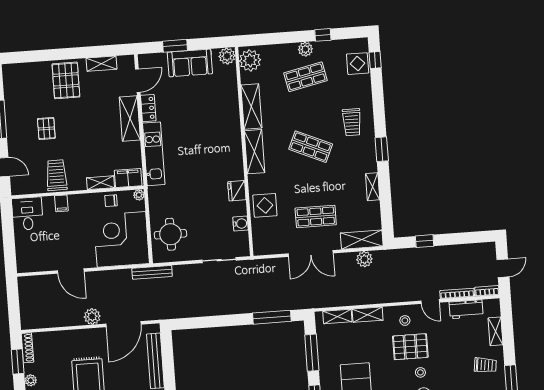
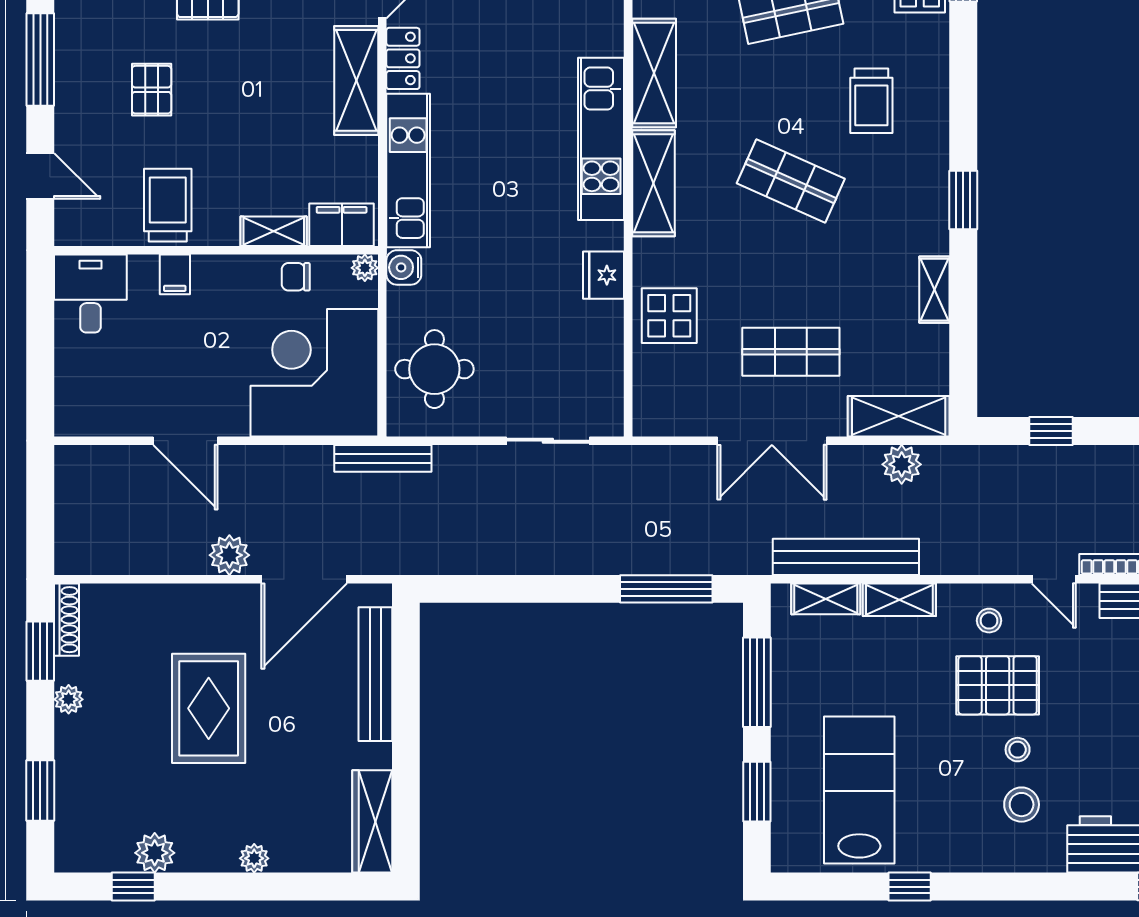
trolley: (352, 122) -> (871, 101), moved
kitchen unit: (232, 135) -> (601, 139), added
water cooler: (240, 224) -> (404, 267), moved, turned 180
bench: (344, 299) -> (846, 557), added

